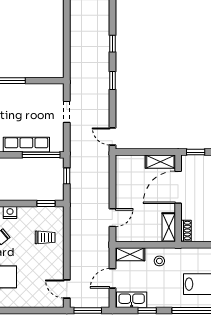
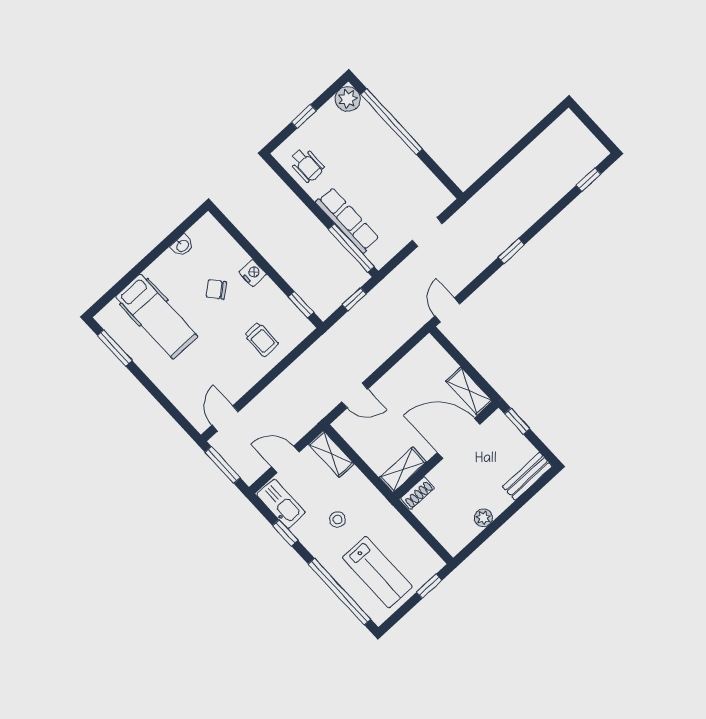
window: (112, 44) -> (589, 180), moved
stool: (159, 261) -> (338, 520), moved

